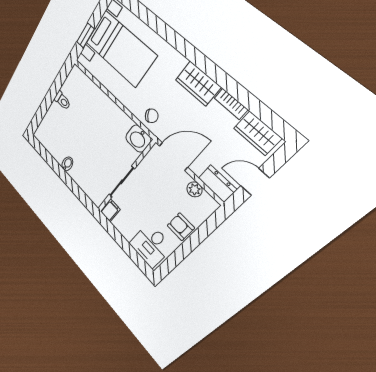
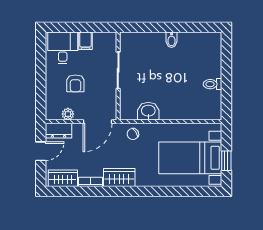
window: (85, 36) -> (226, 161), moved
washbasin: (138, 139) -> (148, 111), moved
filing cabinet: (110, 210) -> (85, 41), moved
armchair: (181, 227) -> (75, 83), moved, turned 90

